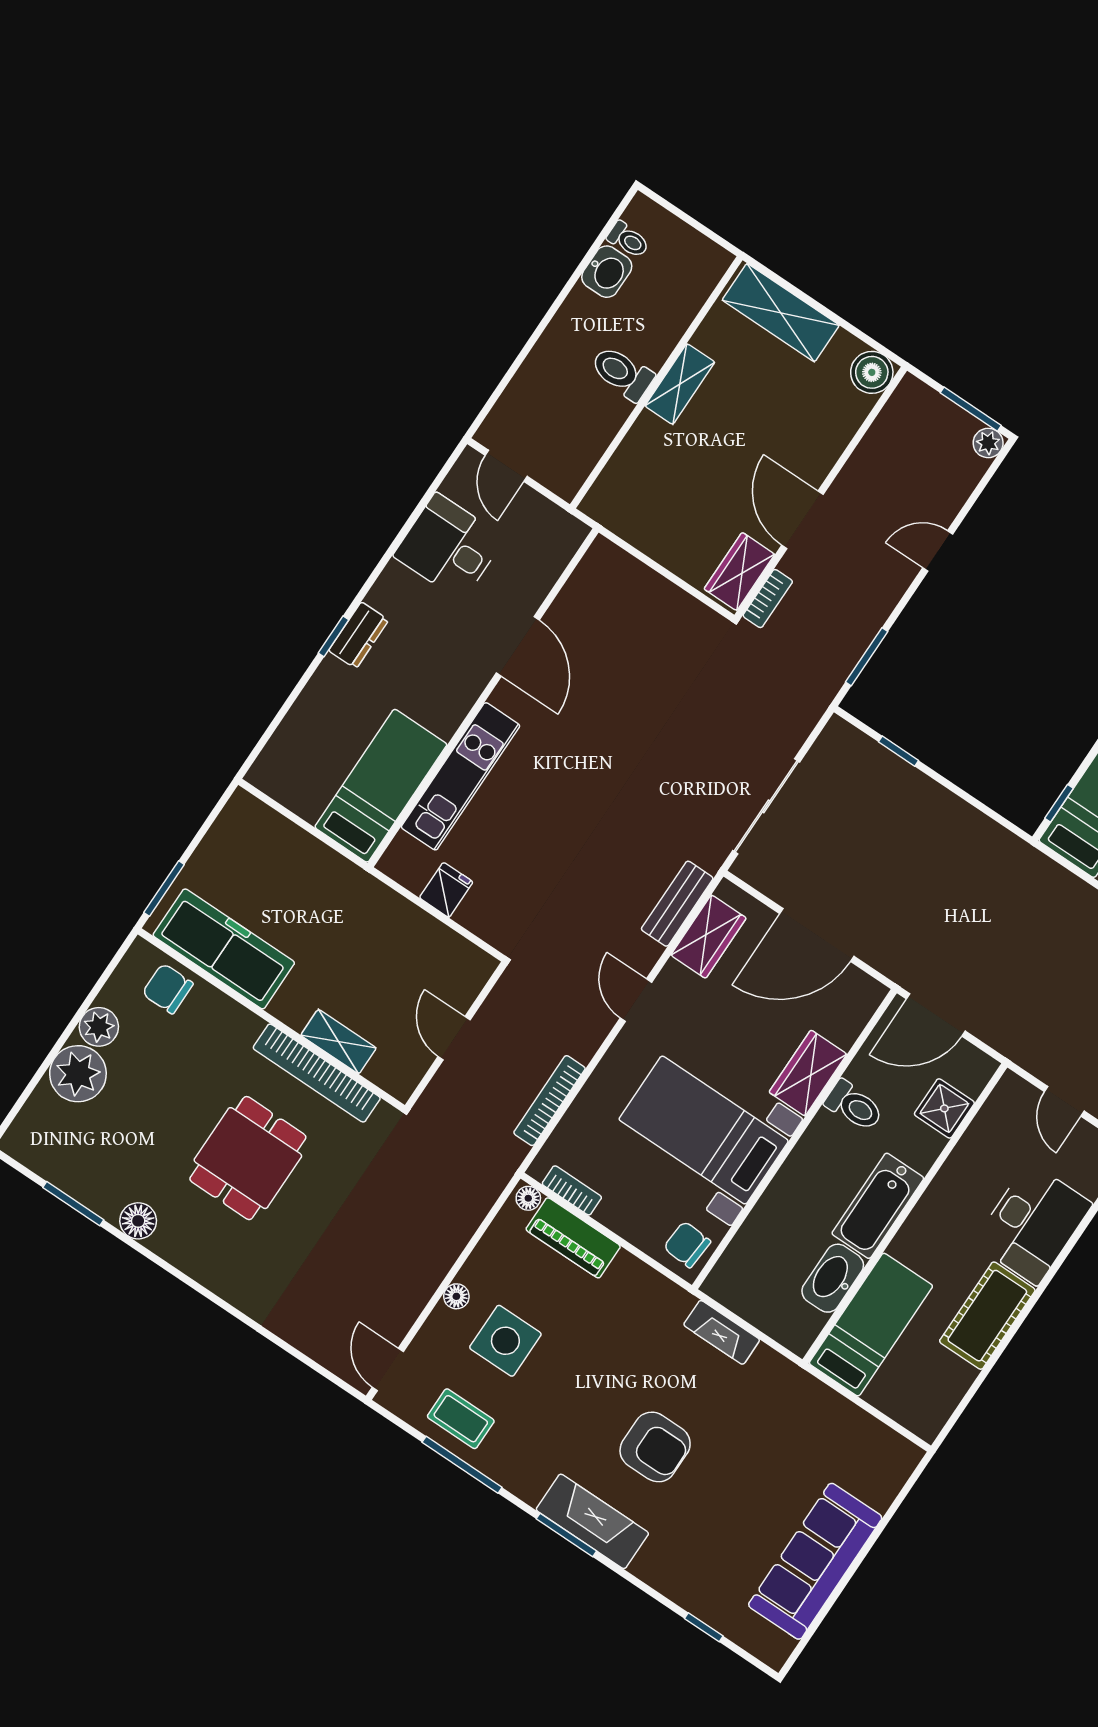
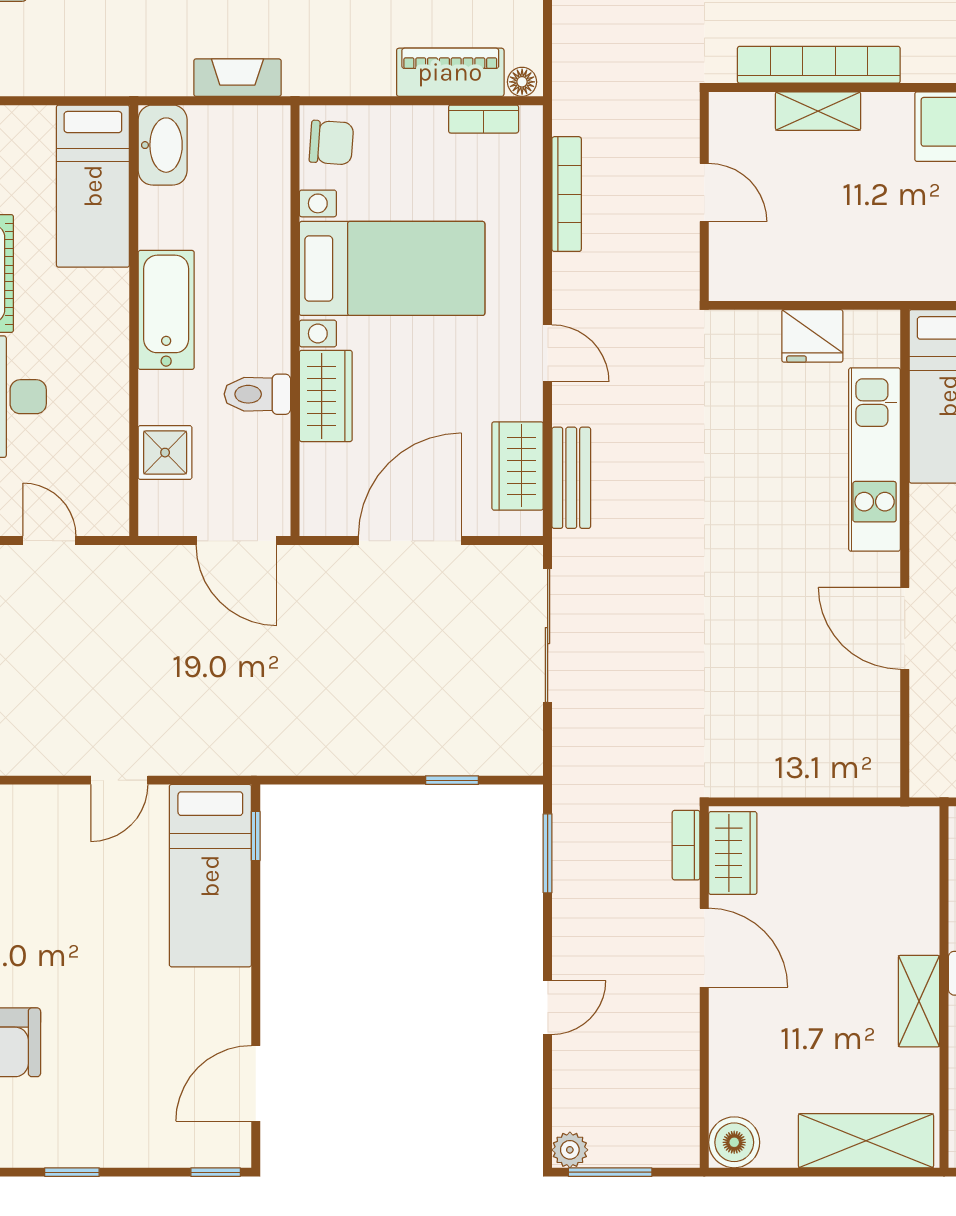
fridge: (446, 890) -> (812, 336), width x1.38
door: (936, 1015) -> (236, 541), swing flipped
washbasin: (833, 1278) -> (163, 145), moved

